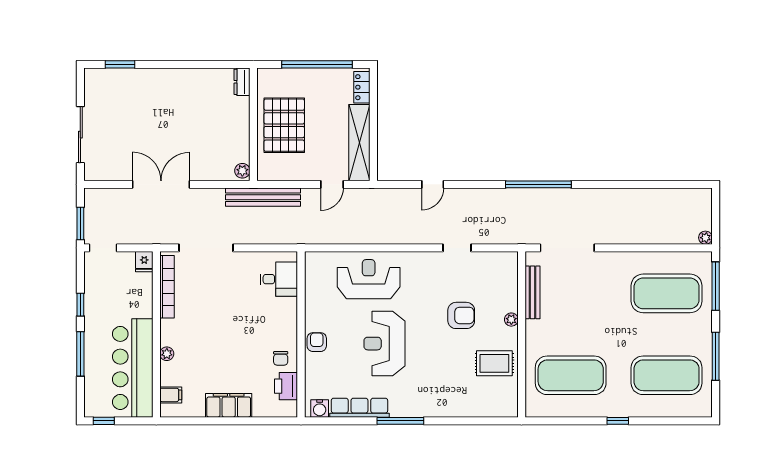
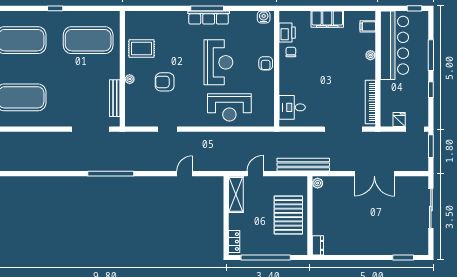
shelving: (359, 143) -> (236, 194), width x0.68
fridge: (144, 262) -> (399, 120), moved
row of seats: (359, 408) -> (209, 17), moved

